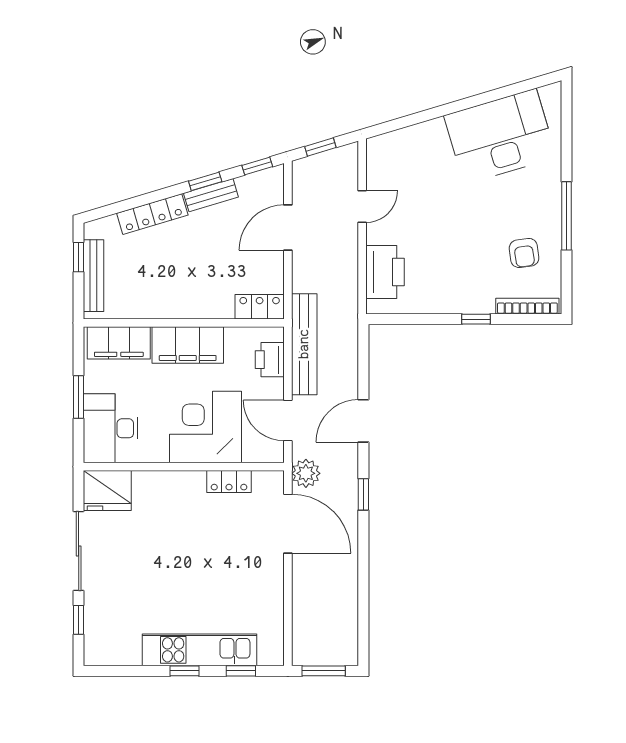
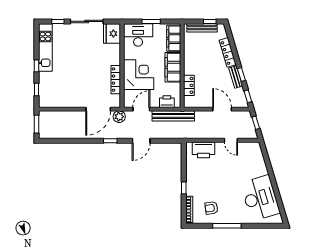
locker: (260, 307) -> (189, 85), moved
door: (363, 421) -> (141, 141), swing flipped
locker: (229, 482) -> (116, 80), width x1.53
kitchen unit: (199, 650) -> (45, 47), moved

